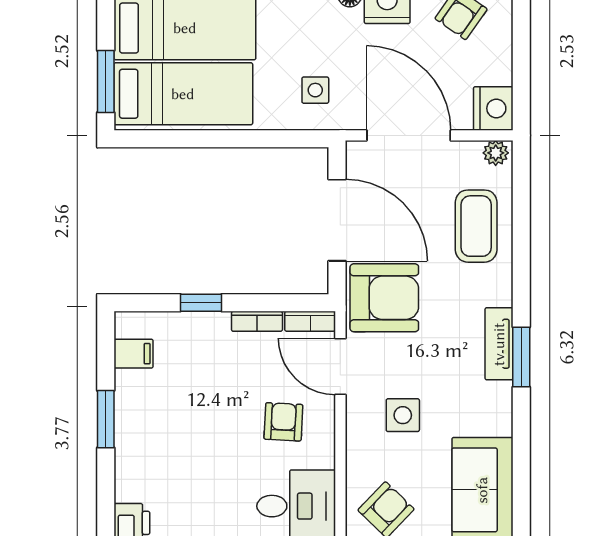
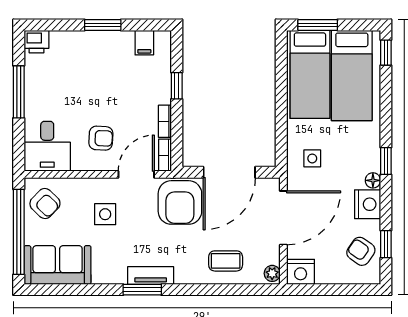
coffee table: (476, 226) -> (226, 261), width x0.73, depth x0.77

